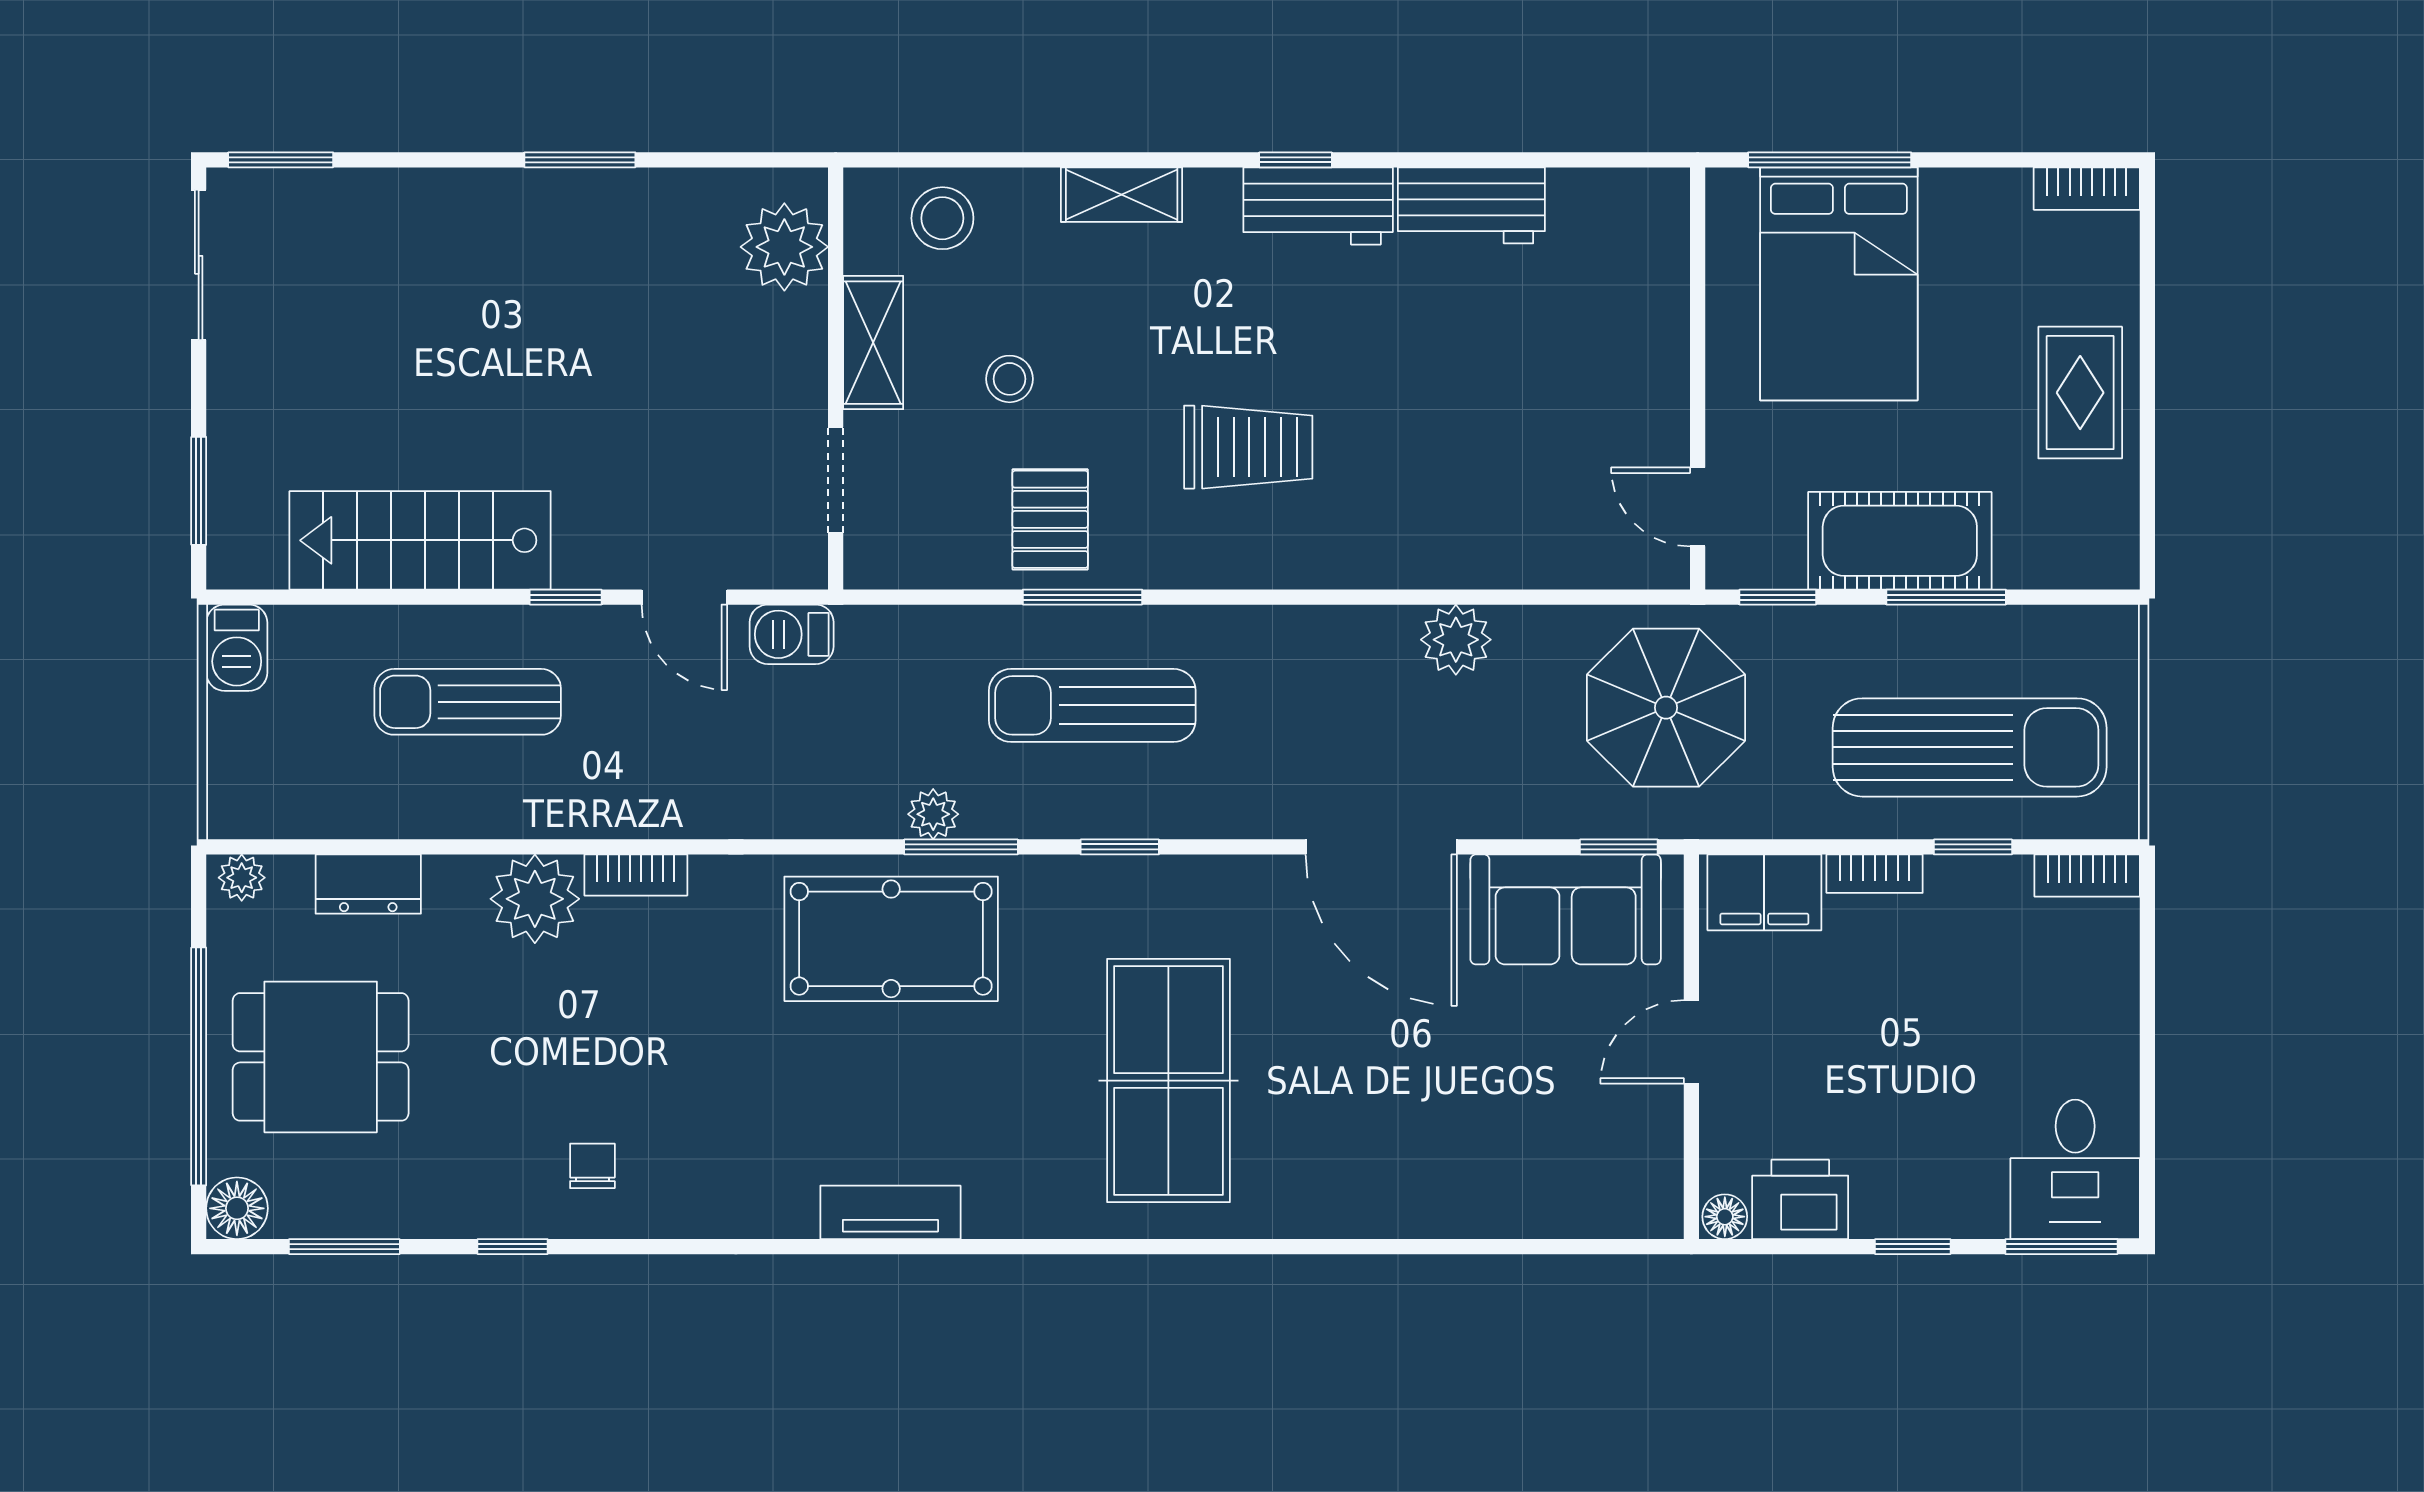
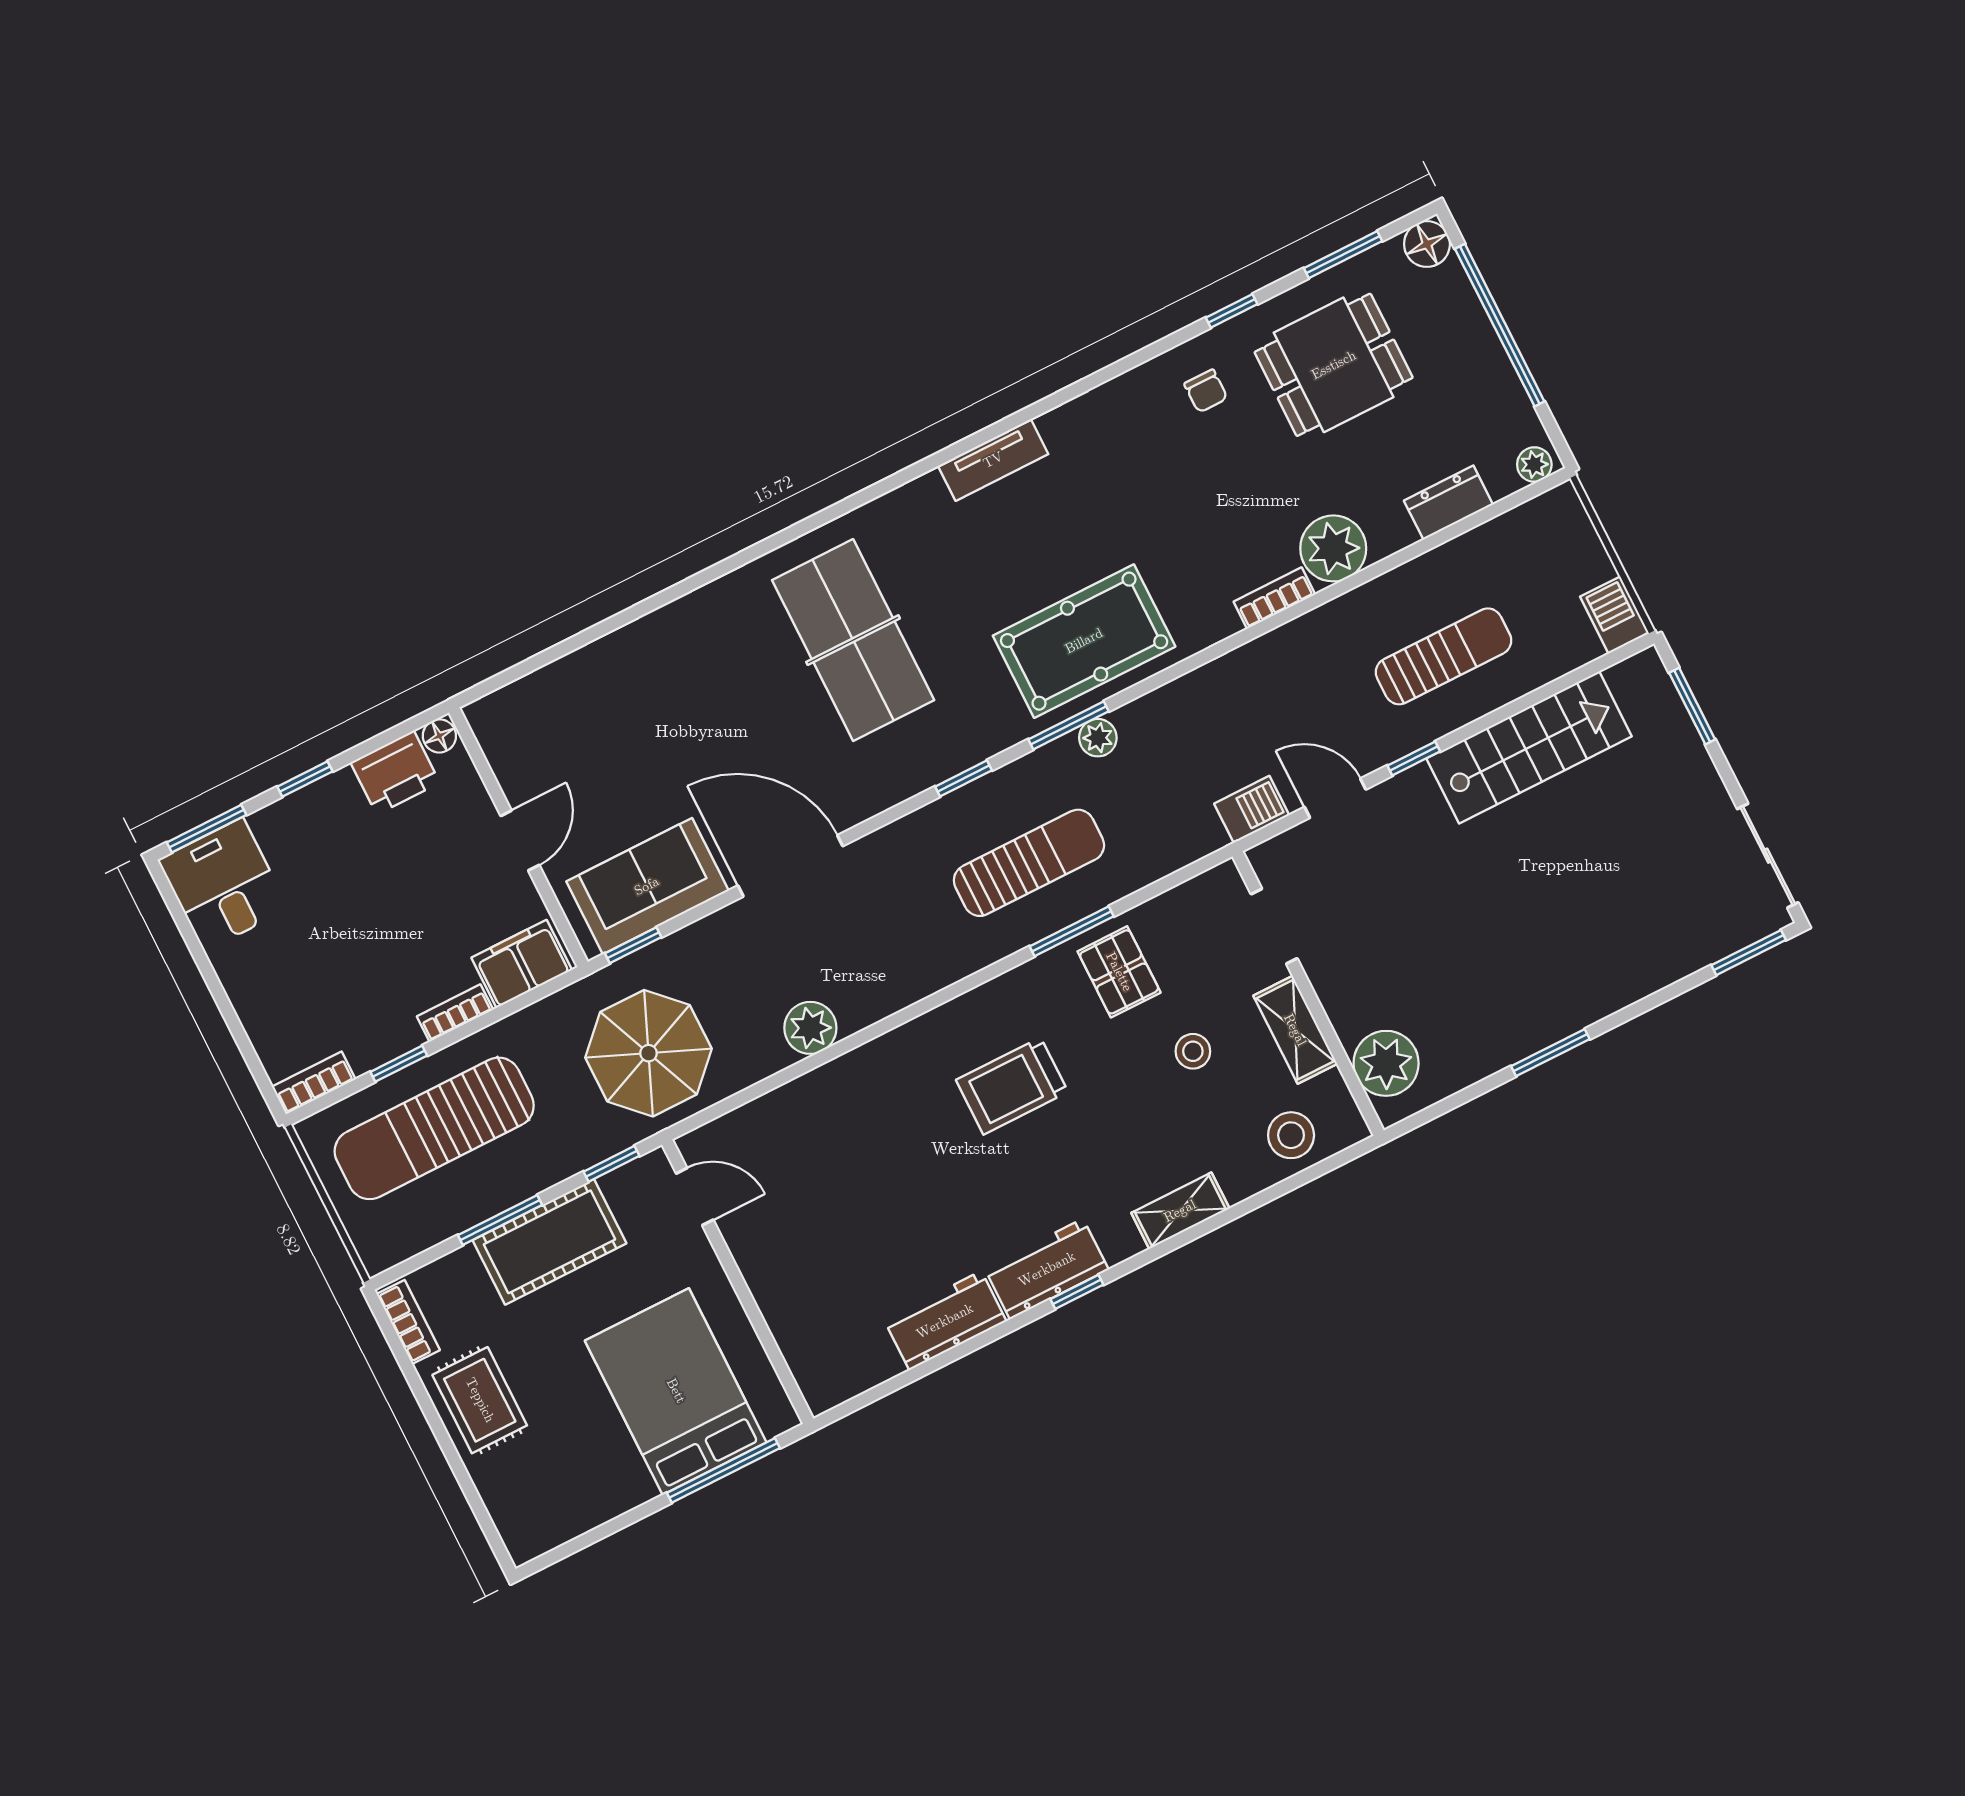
bookcase: (2087, 189) -> (408, 1322), moved, turned 90
dining table: (321, 1057) -> (1334, 365), moved

